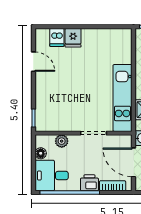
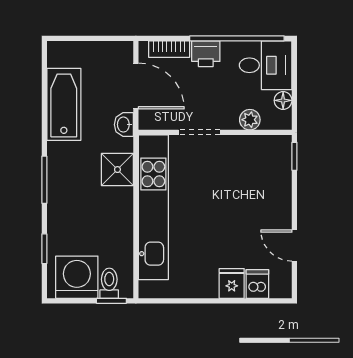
kitchen unit: (123, 98) -> (153, 207), width x1.36

